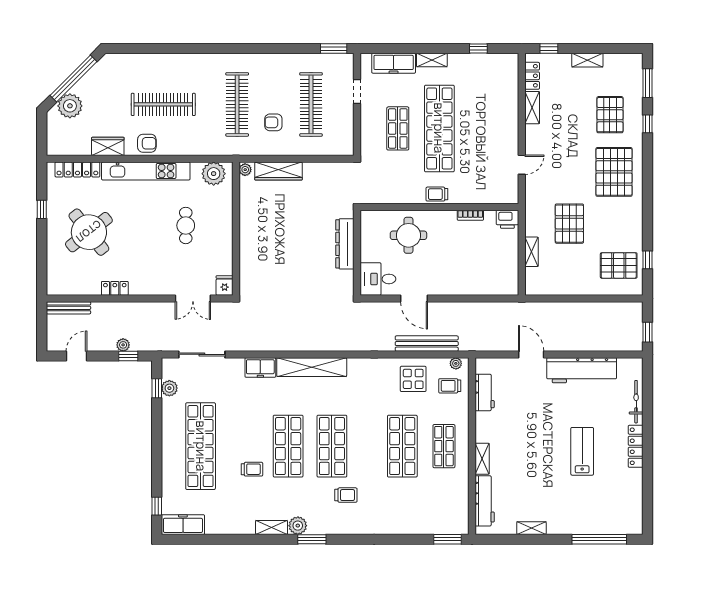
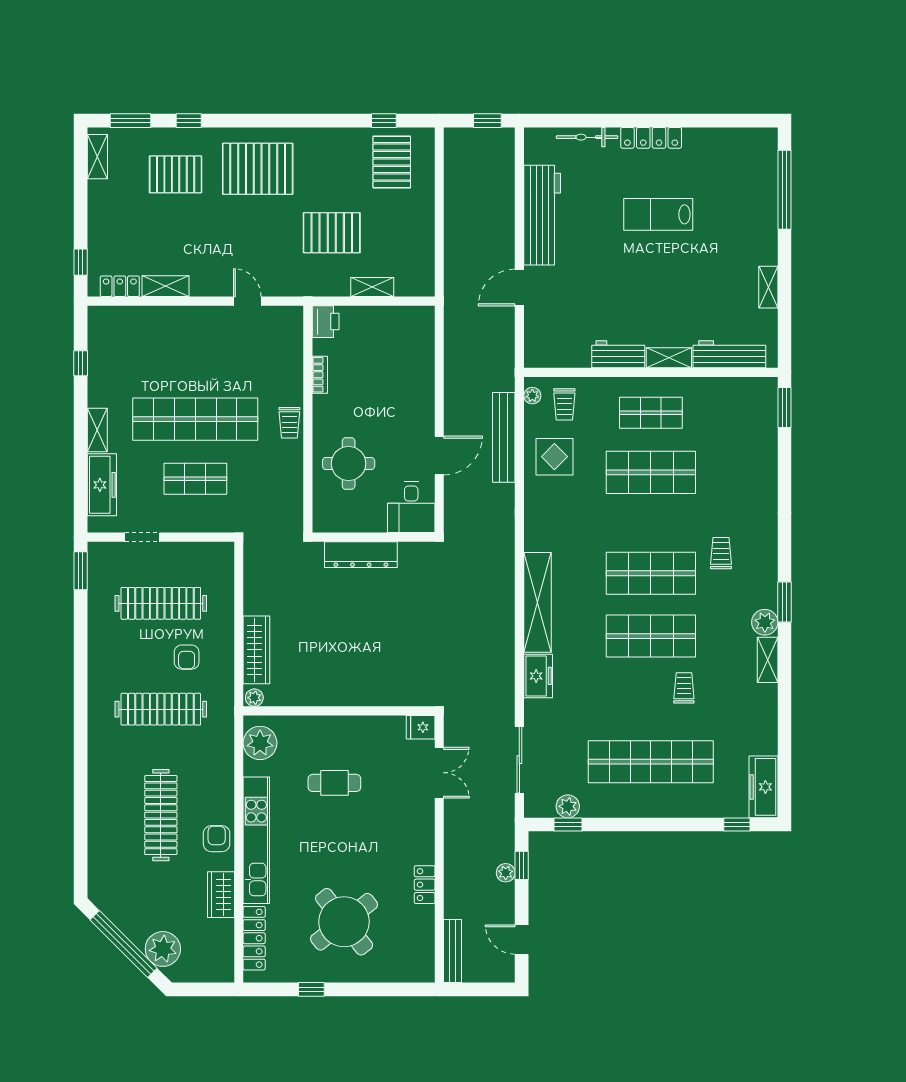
shelving: (587, 60) -> (97, 157), moved
workbench: (485, 392) -> (618, 354), moved

